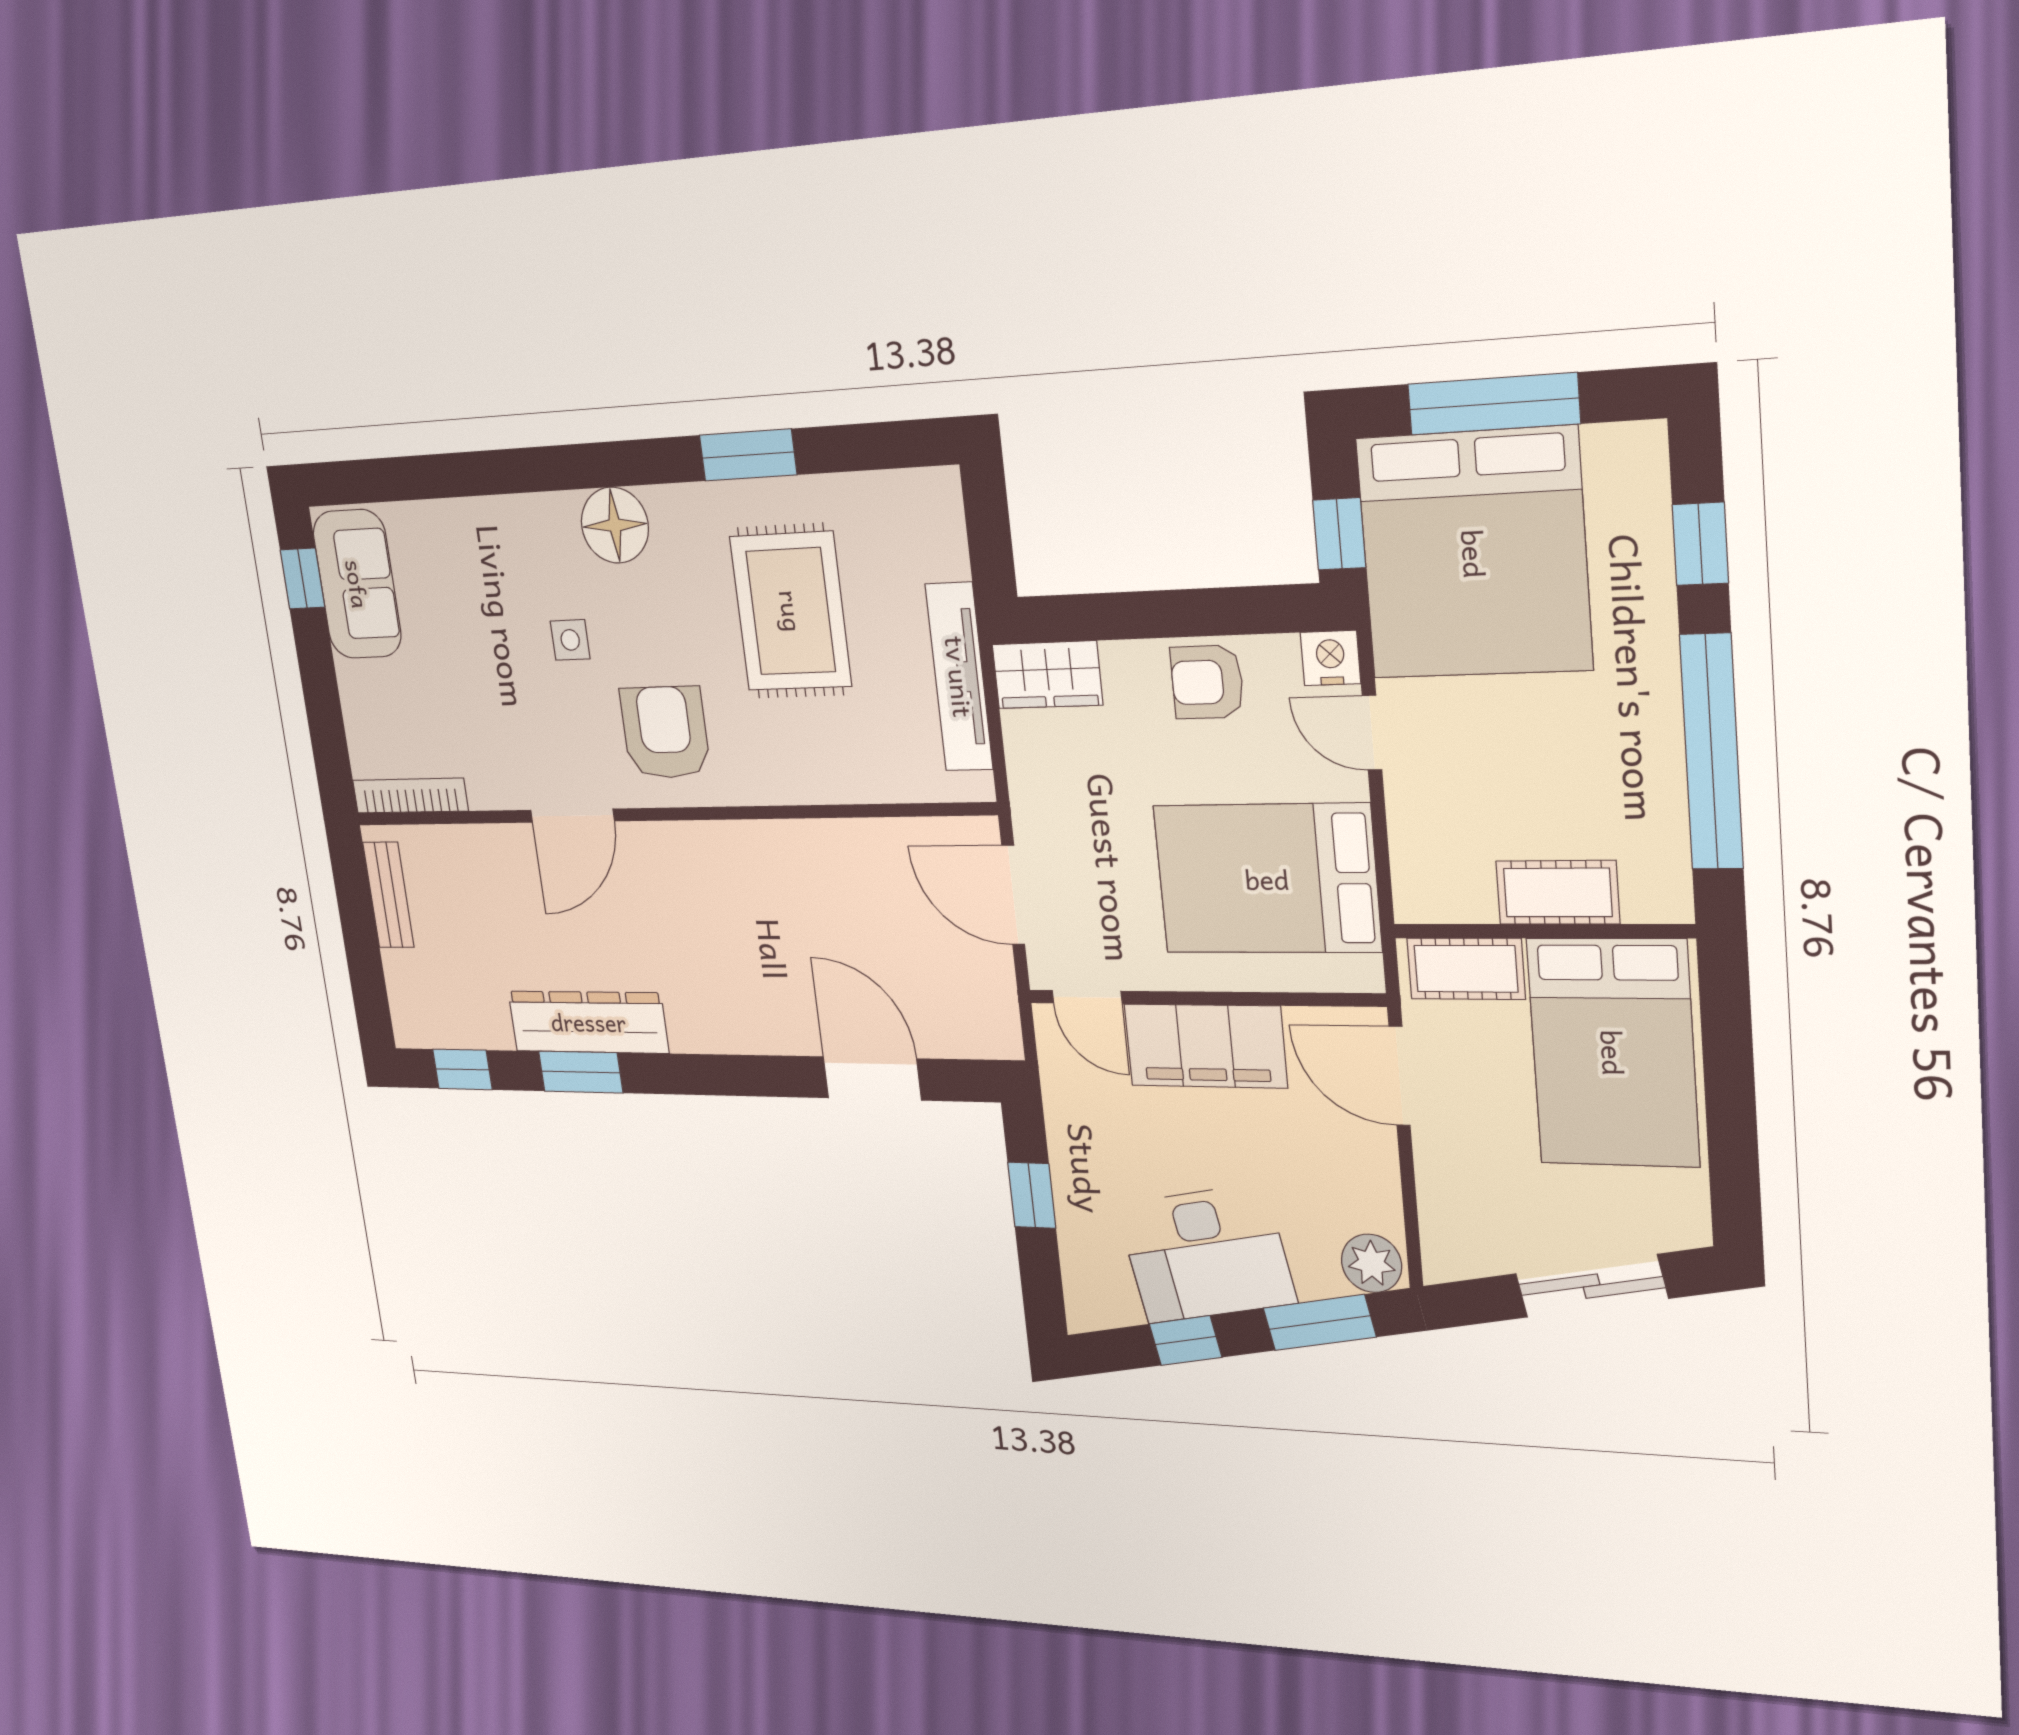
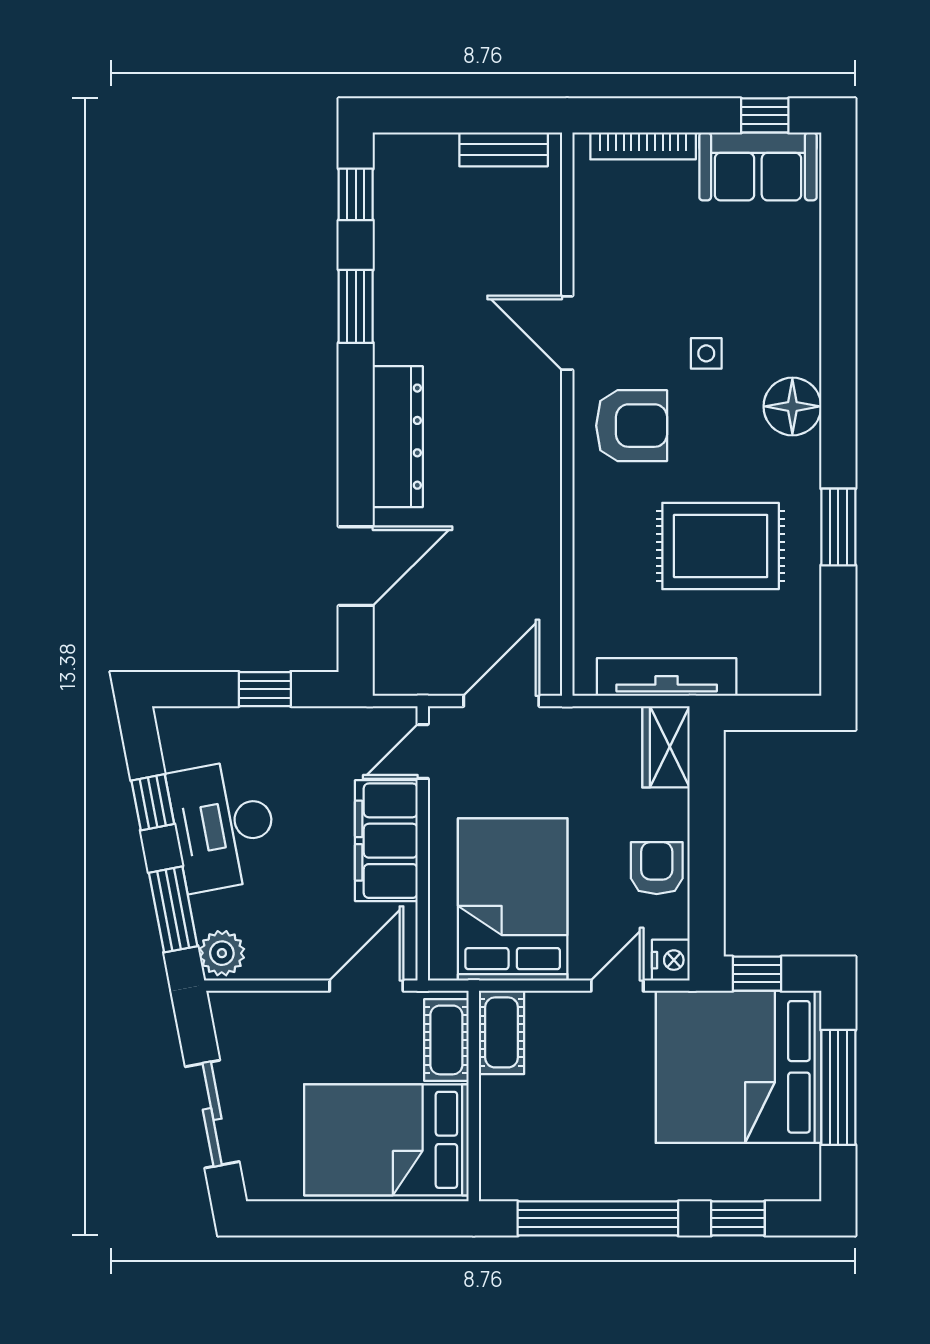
bookcase: (410, 796) -> (643, 146), moved, turned 90
cot: (1558, 892) -> (502, 1032), moved
dresser: (588, 1022) -> (398, 437), moved

